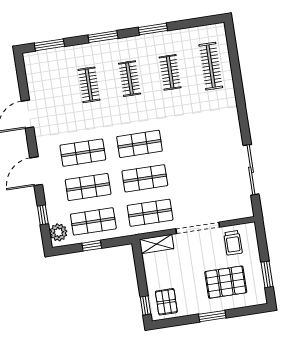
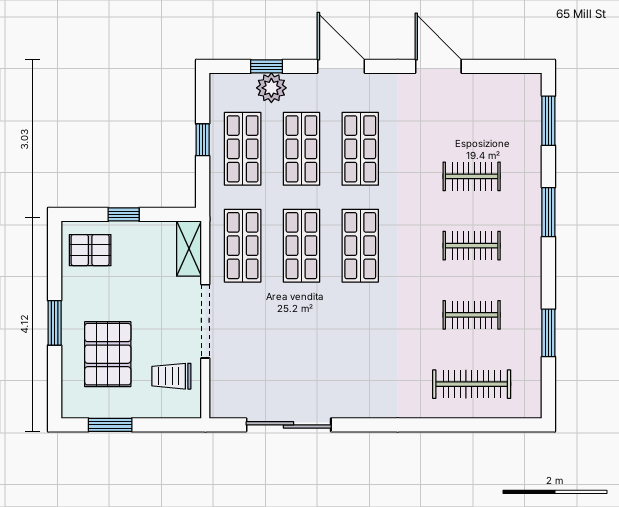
window: (153, 29) -> (548, 333), moved
plant: (58, 232) -> (271, 88), moved
window: (146, 305) -> (124, 214), moved

